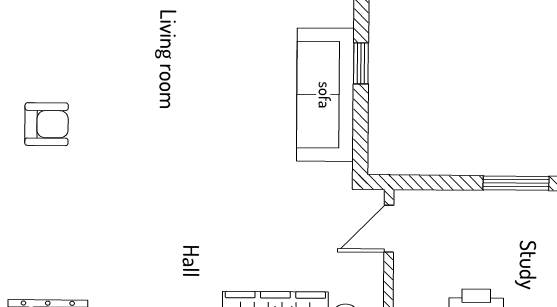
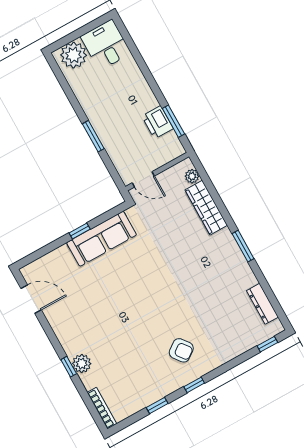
armchair: (47, 124) -> (181, 350), turned 143

